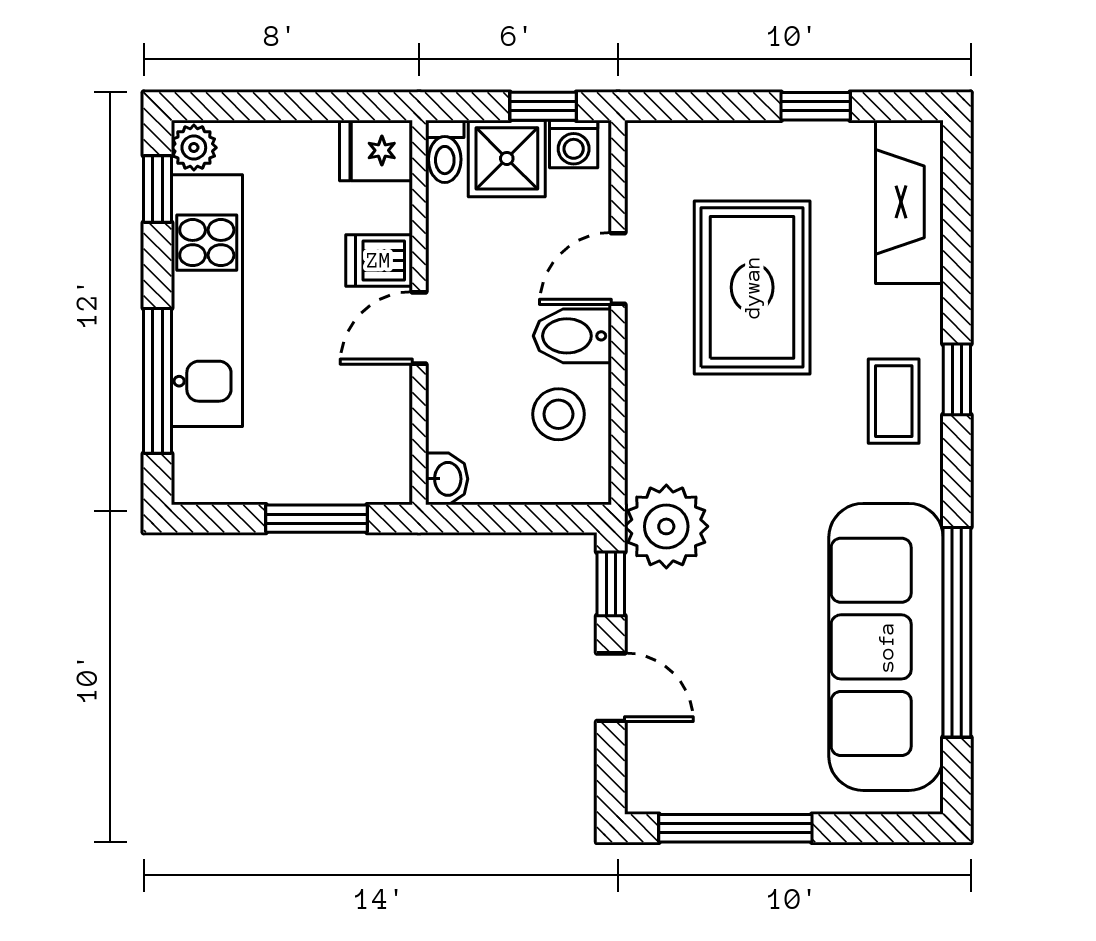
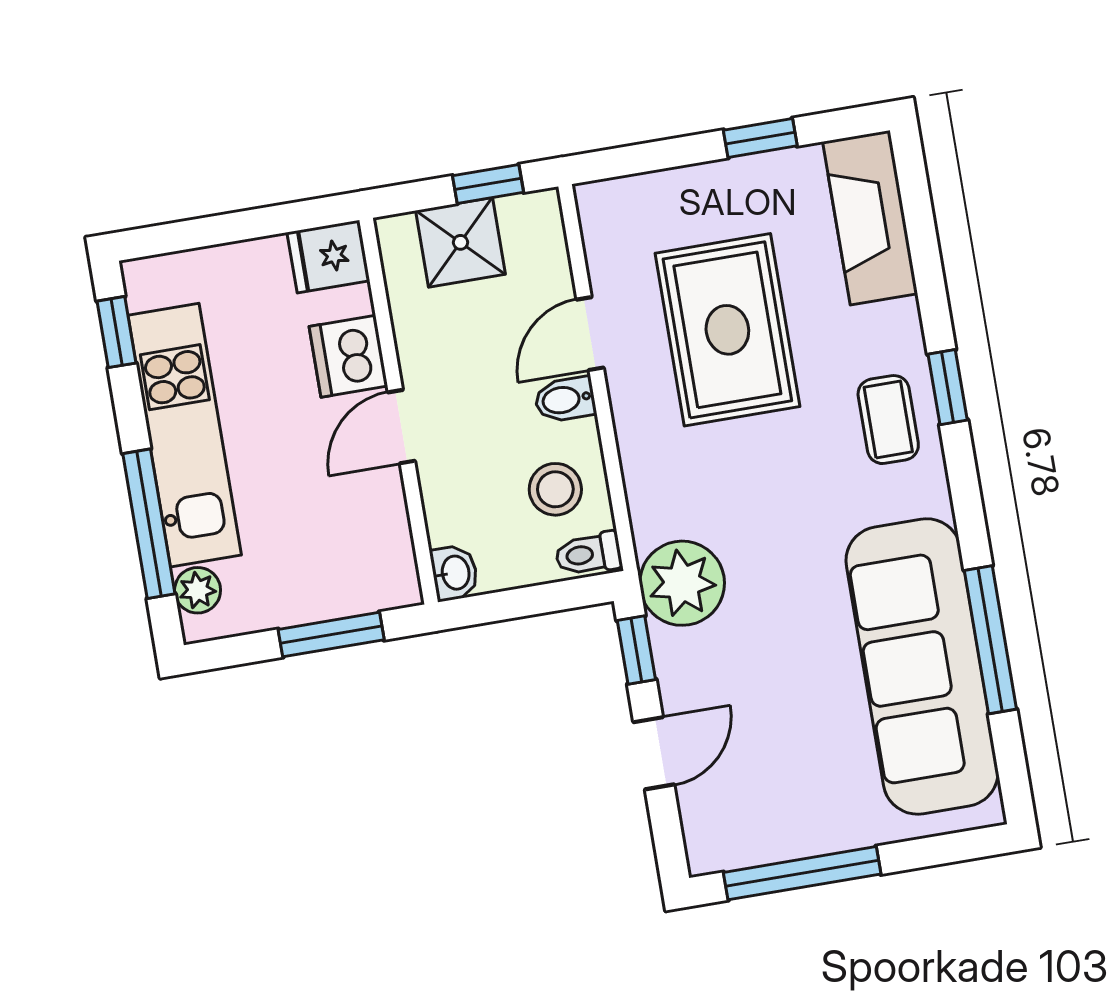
washing machine: (574, 144) -> (525, 217), removed
plant: (194, 148) -> (198, 590), moved
toilet: (445, 151) -> (588, 554), moved, turned 90
dishwasher: (379, 260) -> (348, 356), width x1.38
bidet: (572, 336) -> (565, 399), width x0.72, depth x0.74
window: (957, 632) -> (990, 640), width x0.68
door: (611, 687) -> (654, 753), hinge flipped

